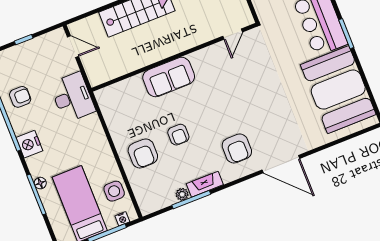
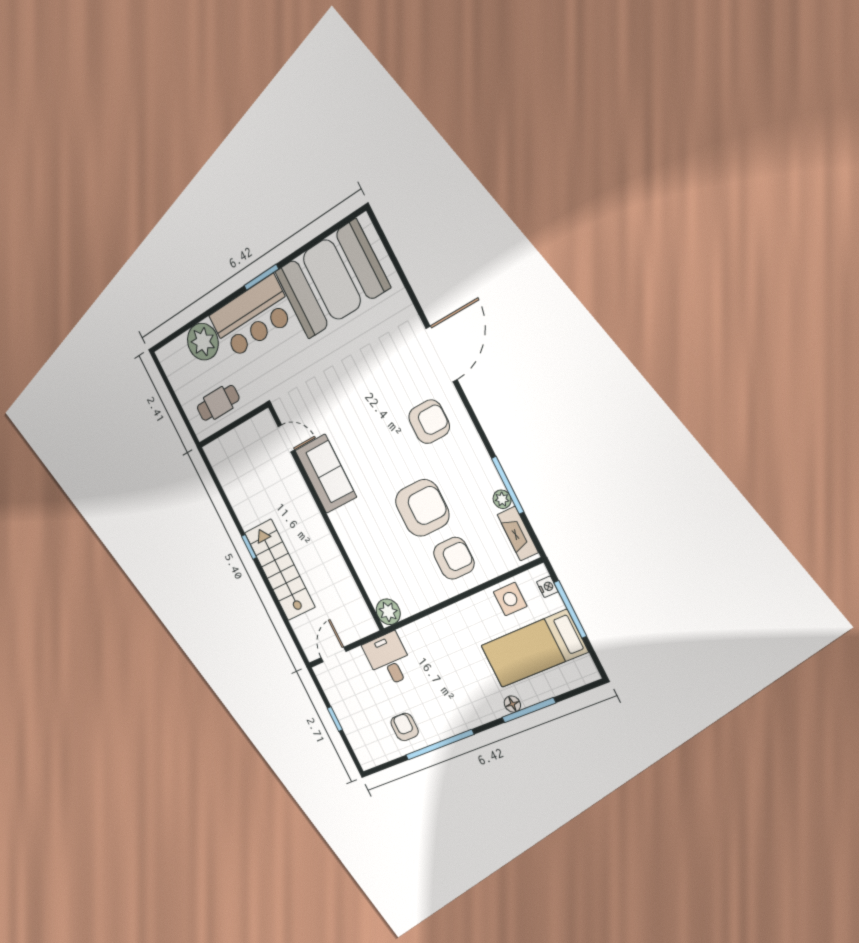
sofa: (169, 77) -> (326, 474), moved
desk: (73, 97) -> (389, 659), width x0.73
plant: (105, 97) -> (388, 612), added
armchair: (178, 135) -> (422, 508), width x1.88, depth x1.88
nightstand: (29, 144) -> (463, 717), removed
fireplace: (205, 184) -> (518, 534), moved

